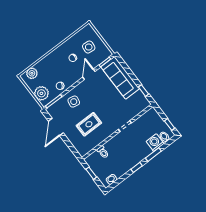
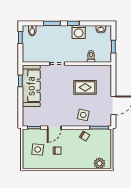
sofa: (120, 78) -> (31, 86), moved
plant: (41, 93) -> (104, 141), removed
washing machine: (155, 143) -> (79, 32), moved

